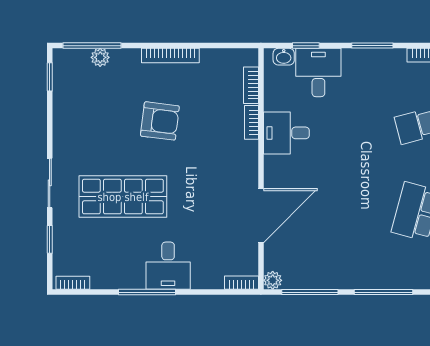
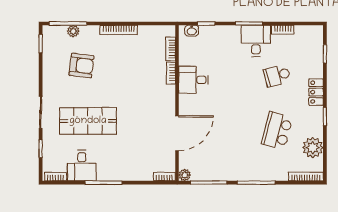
desk: (318, 73) -> (256, 41), moved
armchair: (160, 121) -> (81, 66), moved
desk: (168, 266) -> (82, 166), moved

